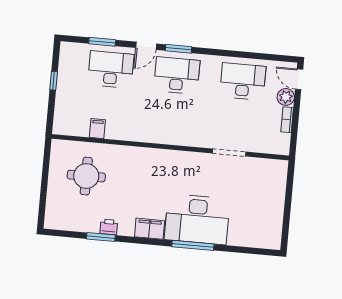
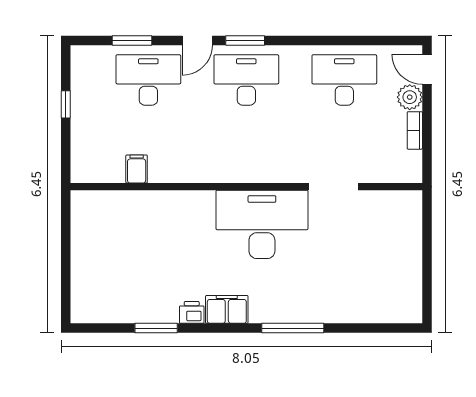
round table: (86, 176) -> (126, 240), removed
desk: (197, 219) -> (262, 224), moved, turned 180
printer: (109, 227) -> (192, 312), moved

